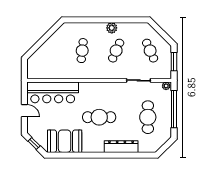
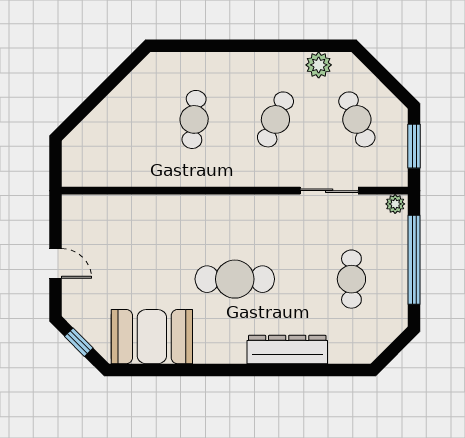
plant: (112, 28) -> (319, 65), moved
bar counter: (53, 92) -> (123, 220), removed
cafe table: (148, 117) -> (351, 279), width x0.73, depth x0.74

